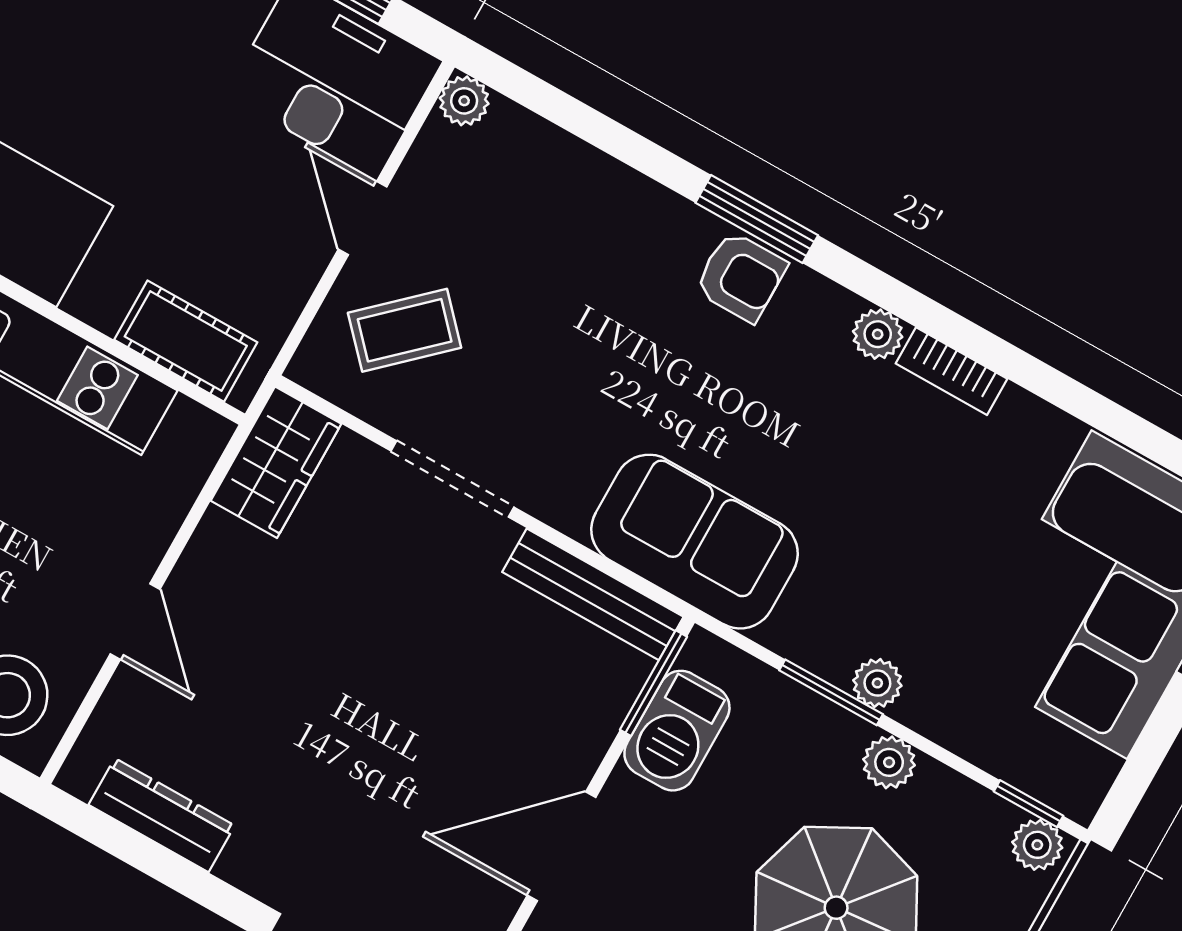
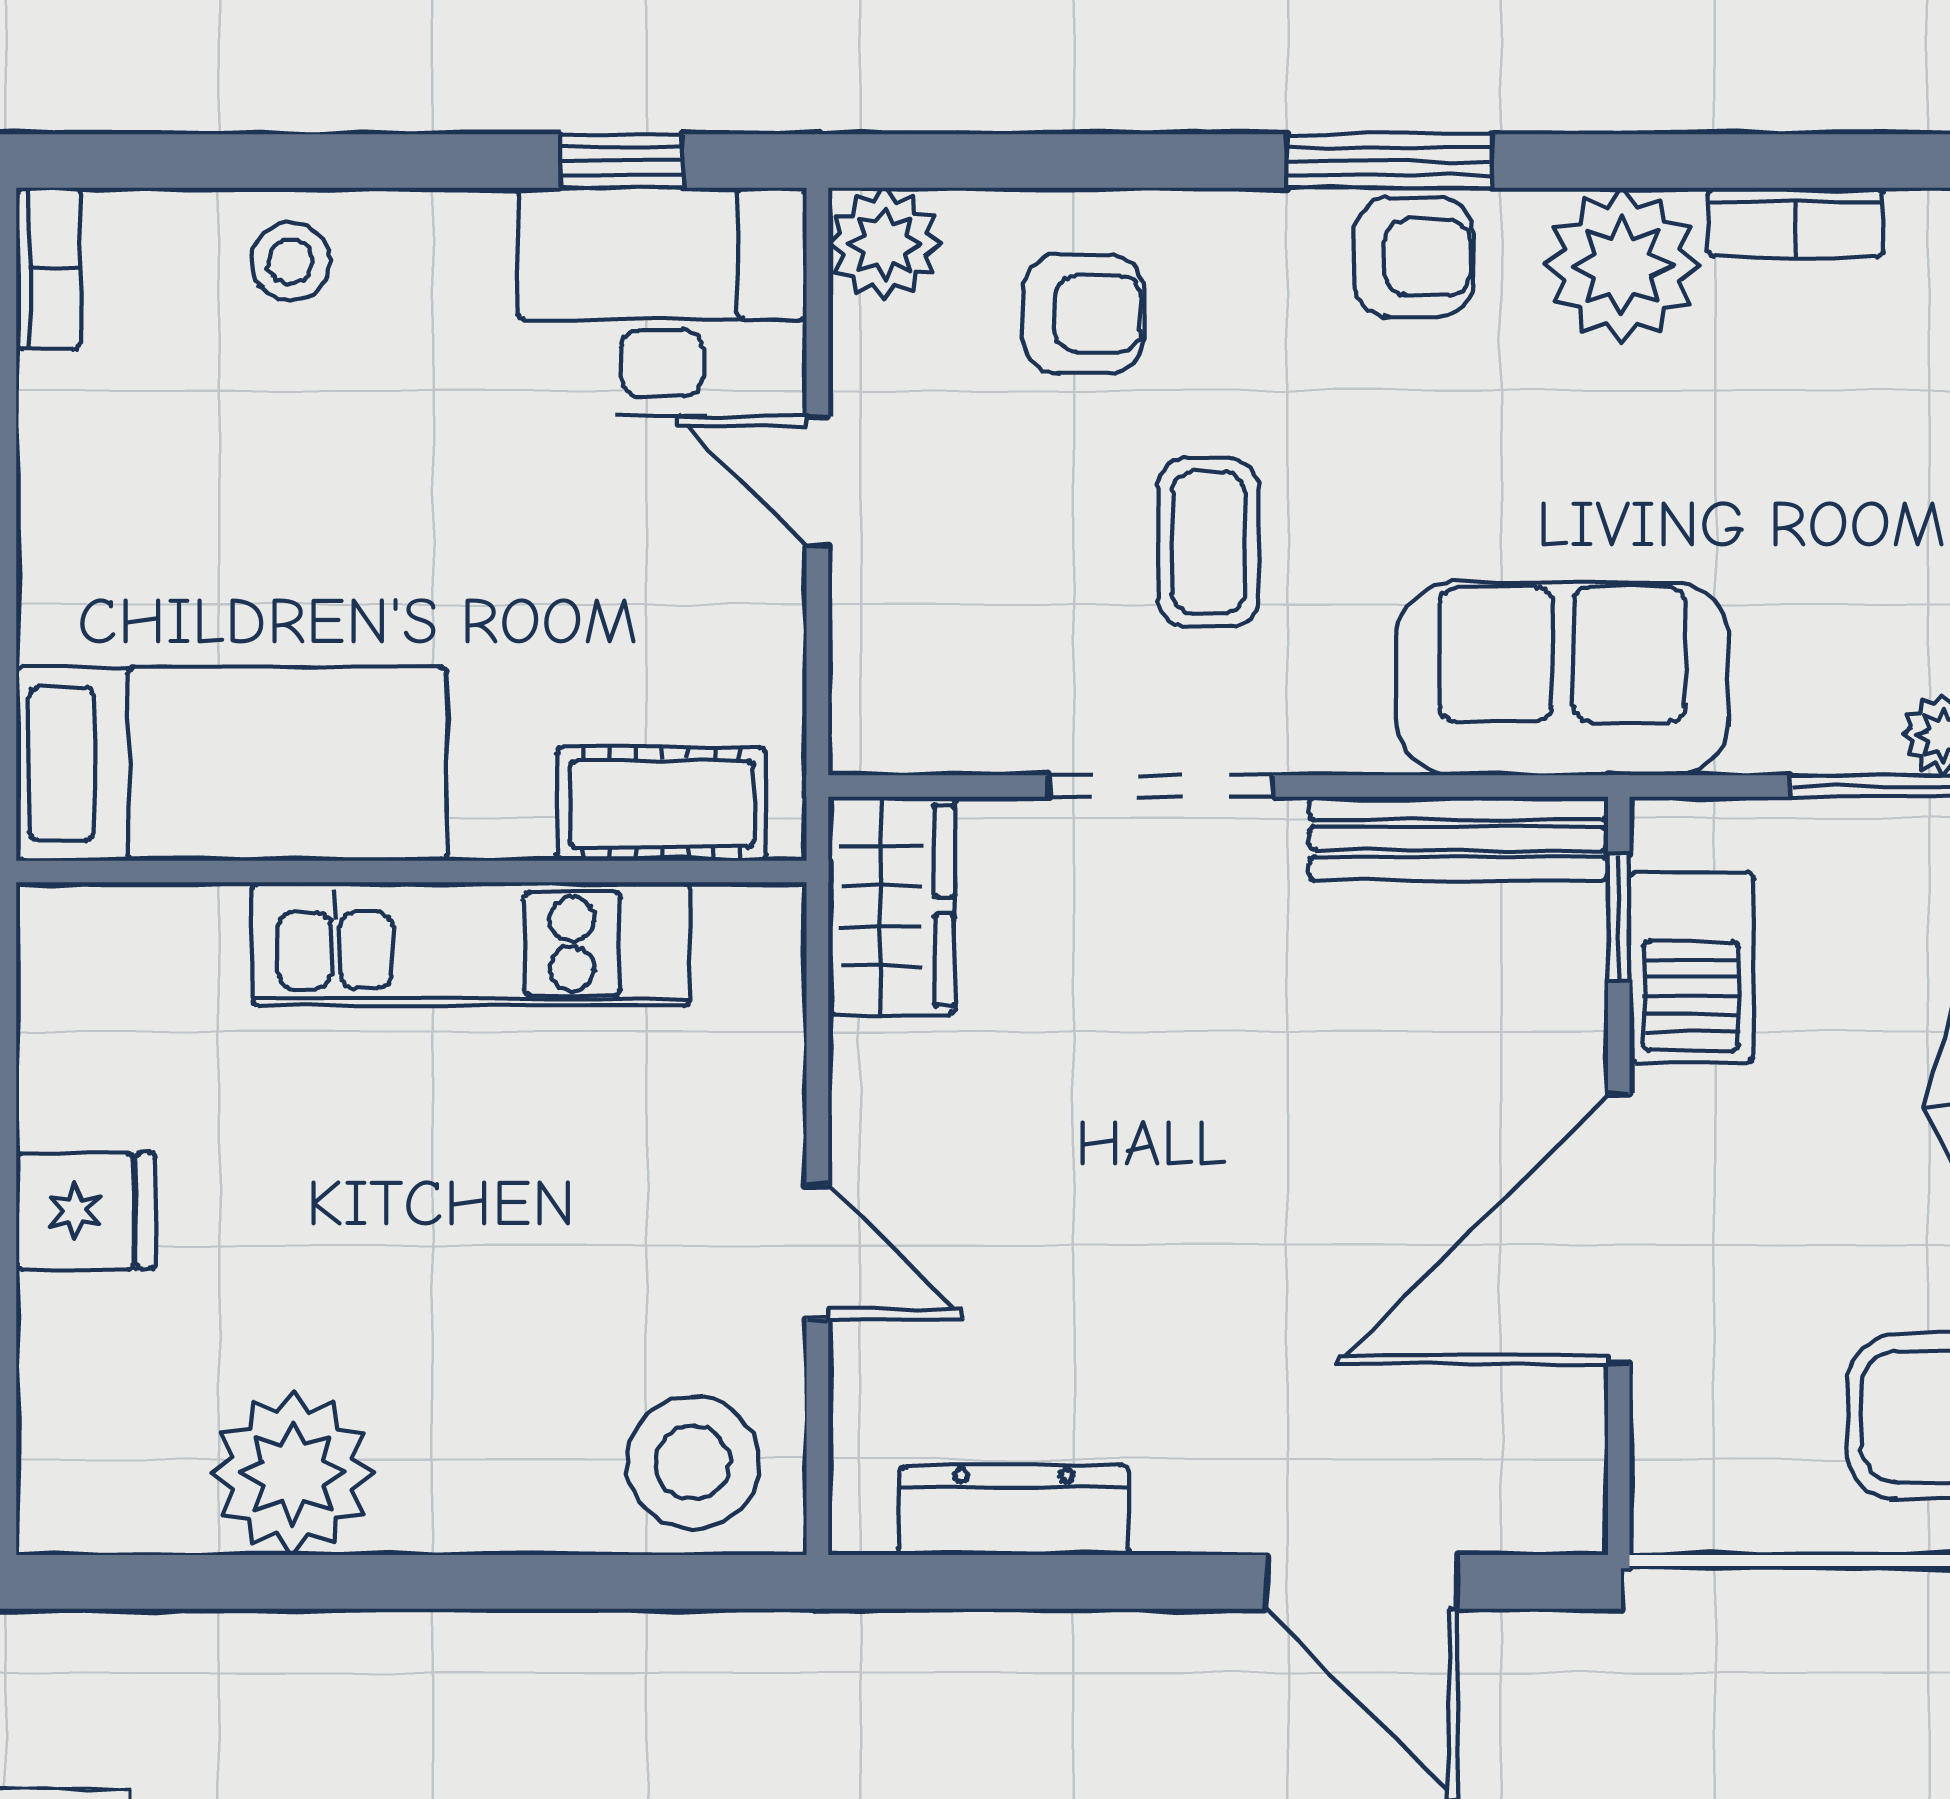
plant: (464, 101) -> (884, 244), width x1.38, depth x1.38
armchair: (551, 209) -> (1084, 314), added
coffee table: (405, 330) -> (1208, 543), moved, turned -47
plant: (878, 334) -> (1622, 265), width x1.87, depth x1.87
window: (653, 683) -> (1619, 918), width x0.67
door: (562, 846) -> (1619, 1229), width x1.36

